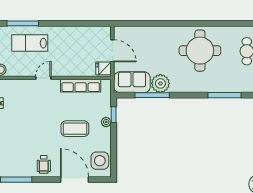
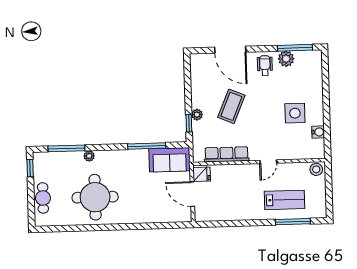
plant: (160, 83) -> (89, 156), moved, width x0.53, depth x0.53
coffee table: (75, 129) -> (231, 106), turned -67
side table: (100, 161) -> (295, 113), moved
plant: (25, 170) -> (286, 59), added

